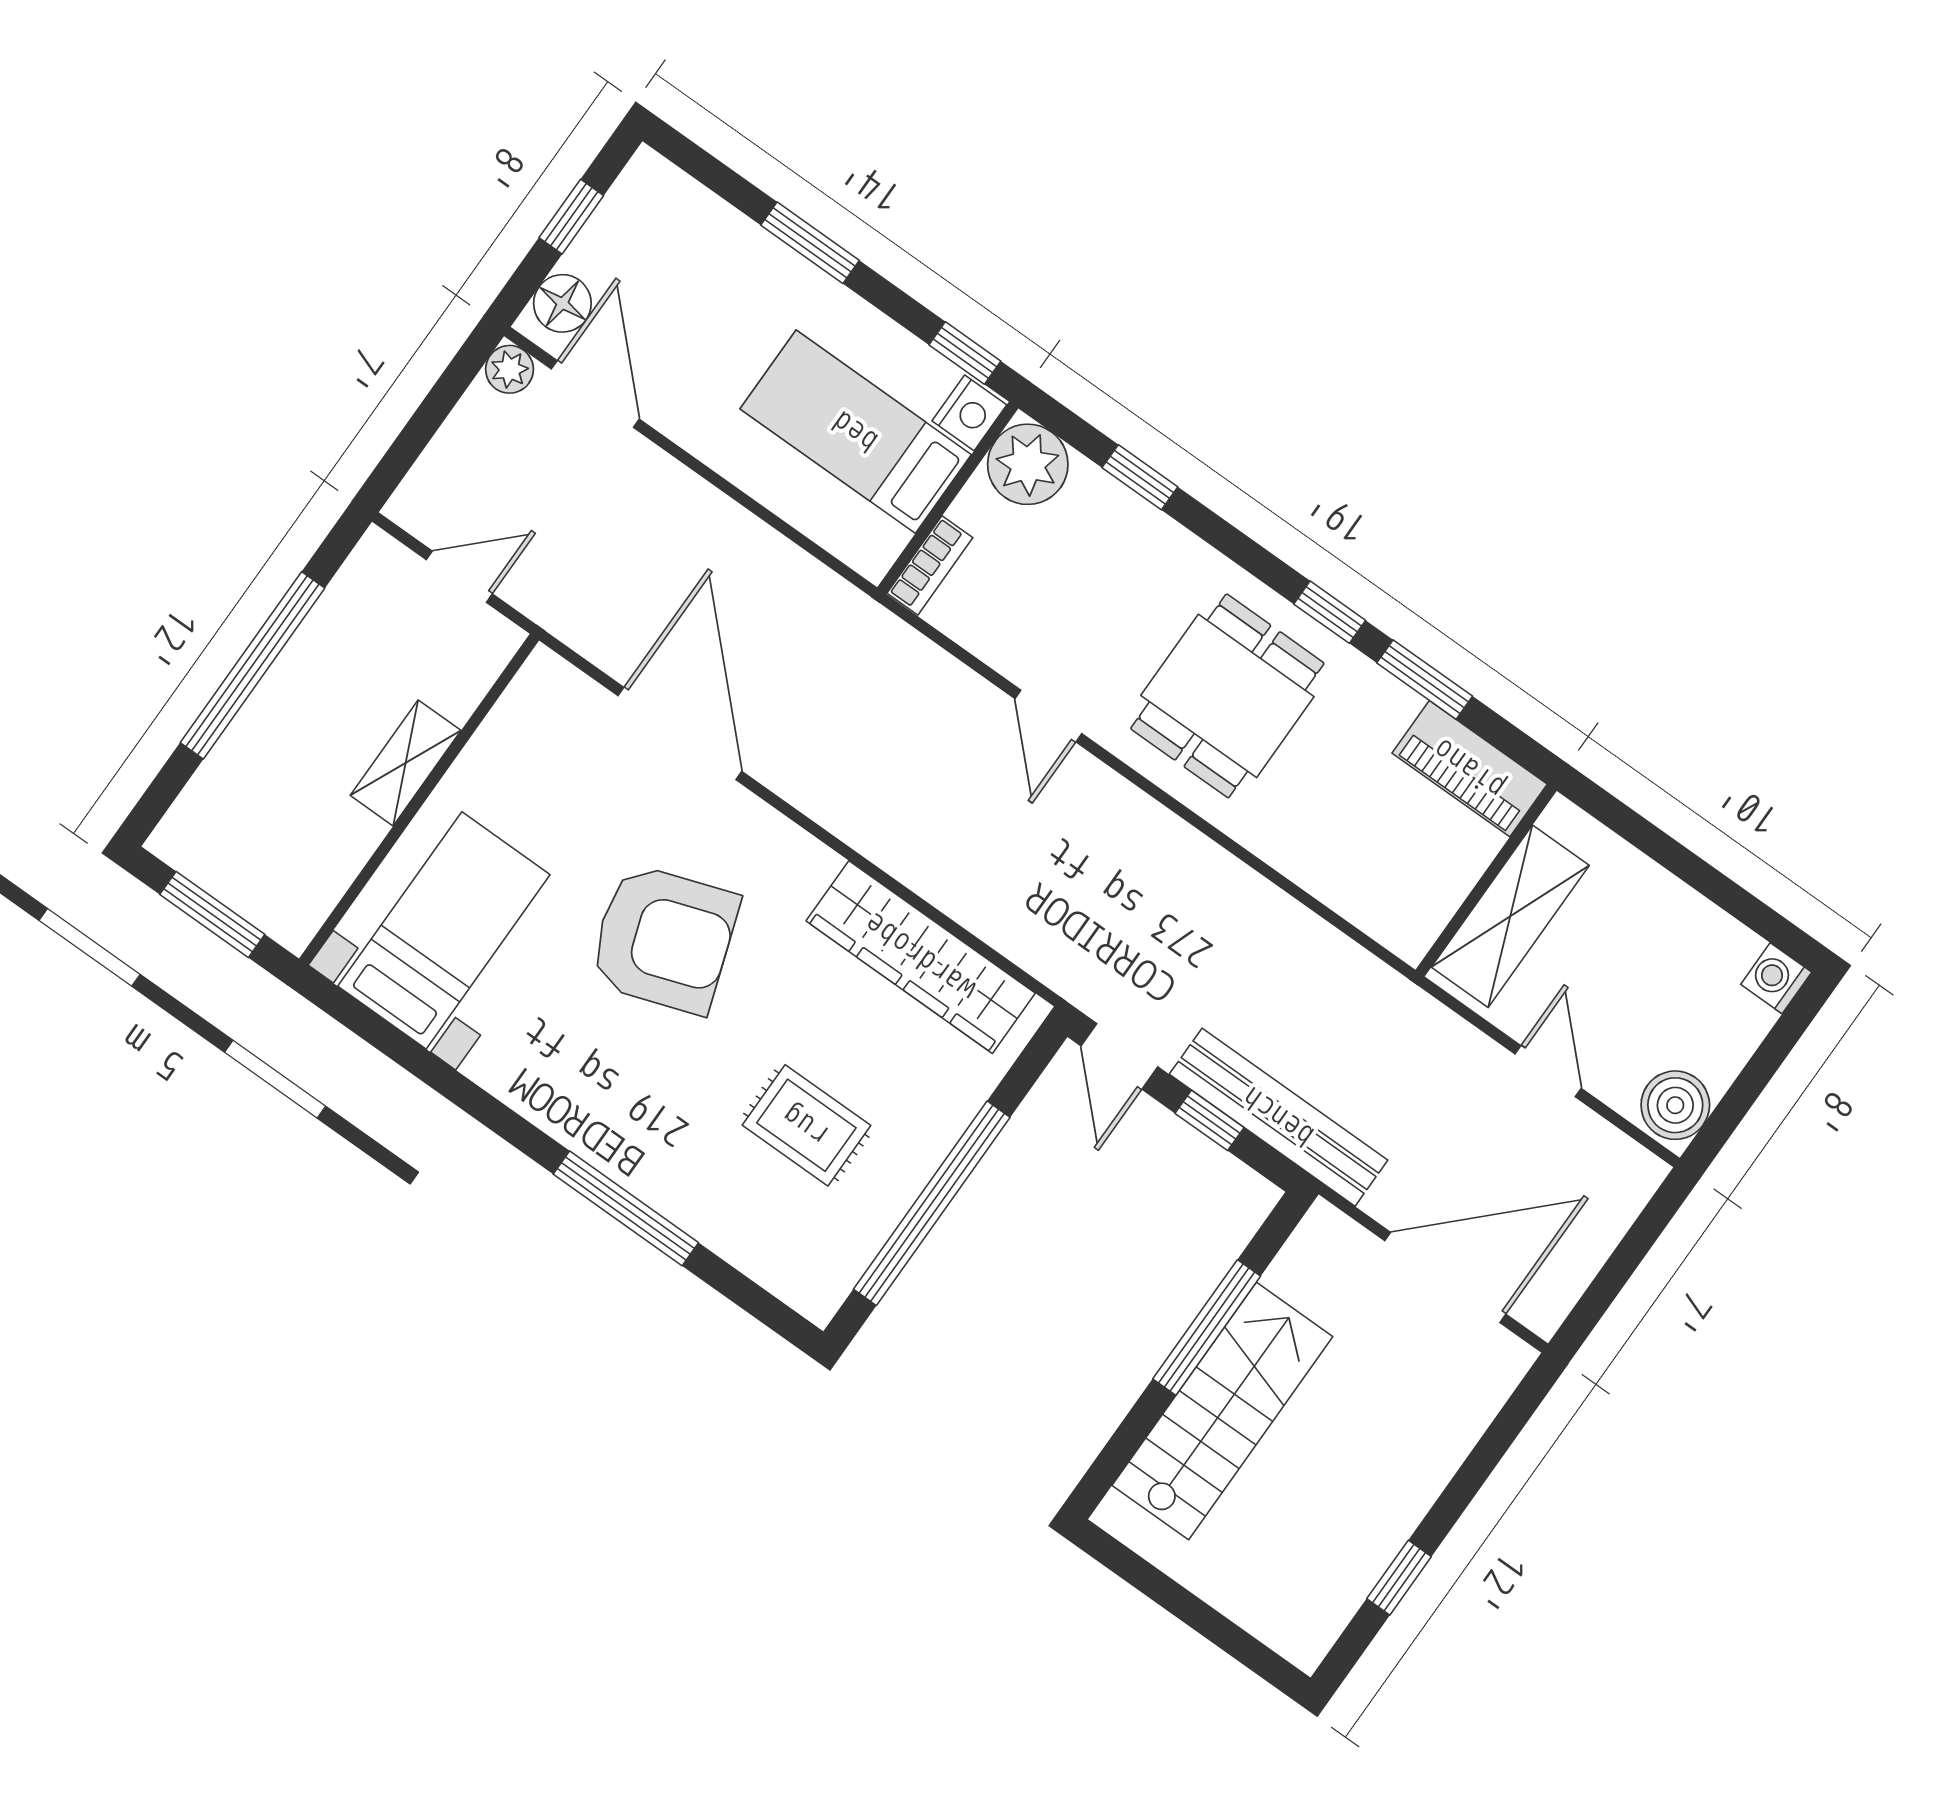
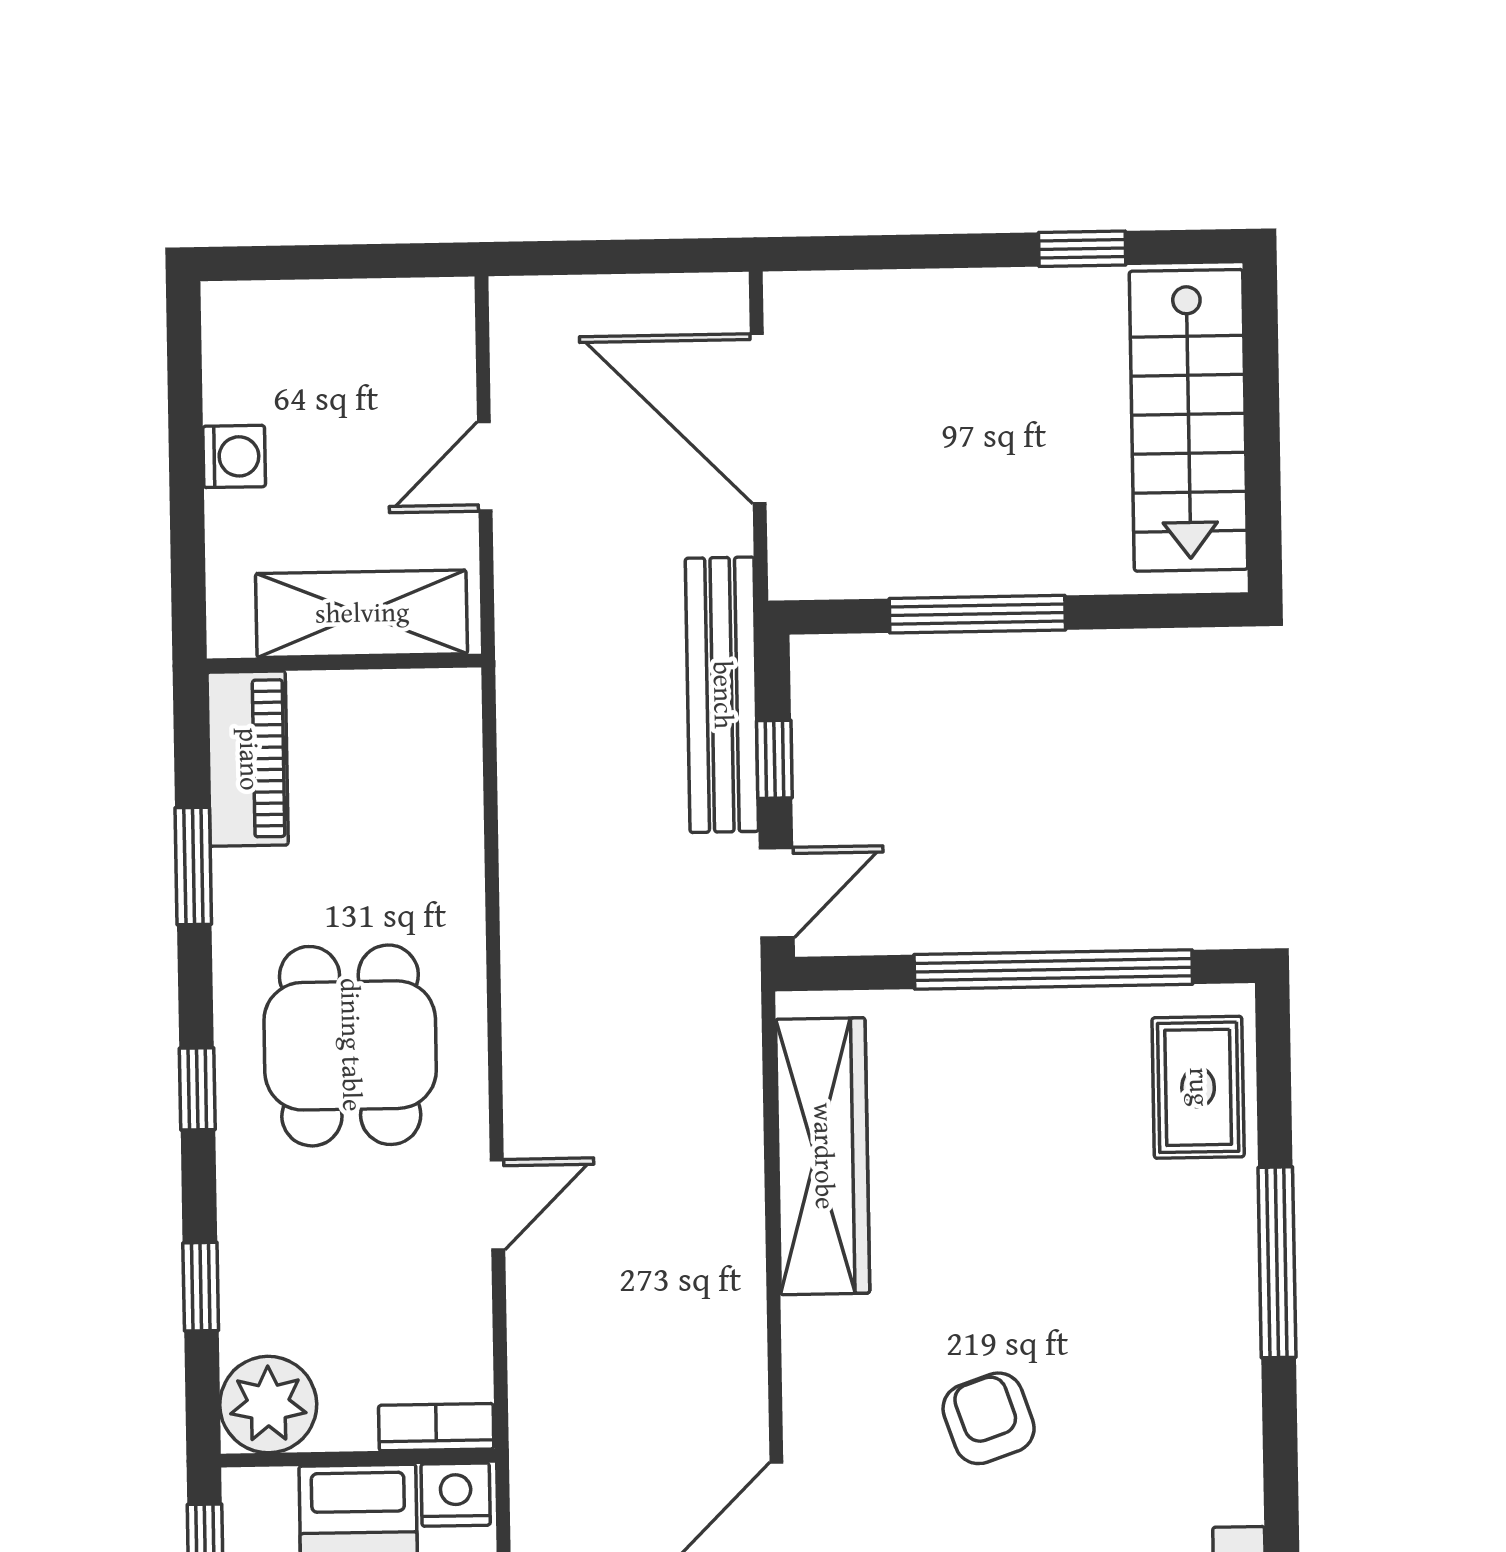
nightstand: (969, 413) -> (456, 1495), moved
window: (1330, 612) -> (197, 1089), moved
dining table: (1227, 696) -> (350, 1045), turned 90
armchair: (664, 939) -> (989, 1418), width x0.53, depth x0.53
washing machine: (1776, 978) -> (234, 456), moved, turned -90
boiler: (1675, 1105) -> (427, 319), removed
rug: (806, 1125) -> (1198, 1087), moved
stairs: (1222, 1411) -> (1188, 420), moved, turned -90

